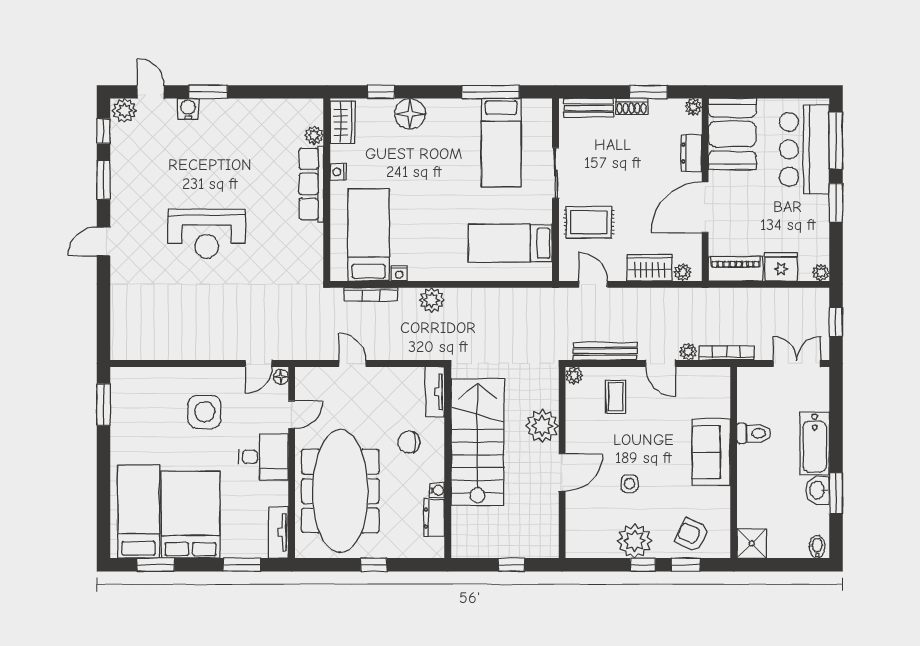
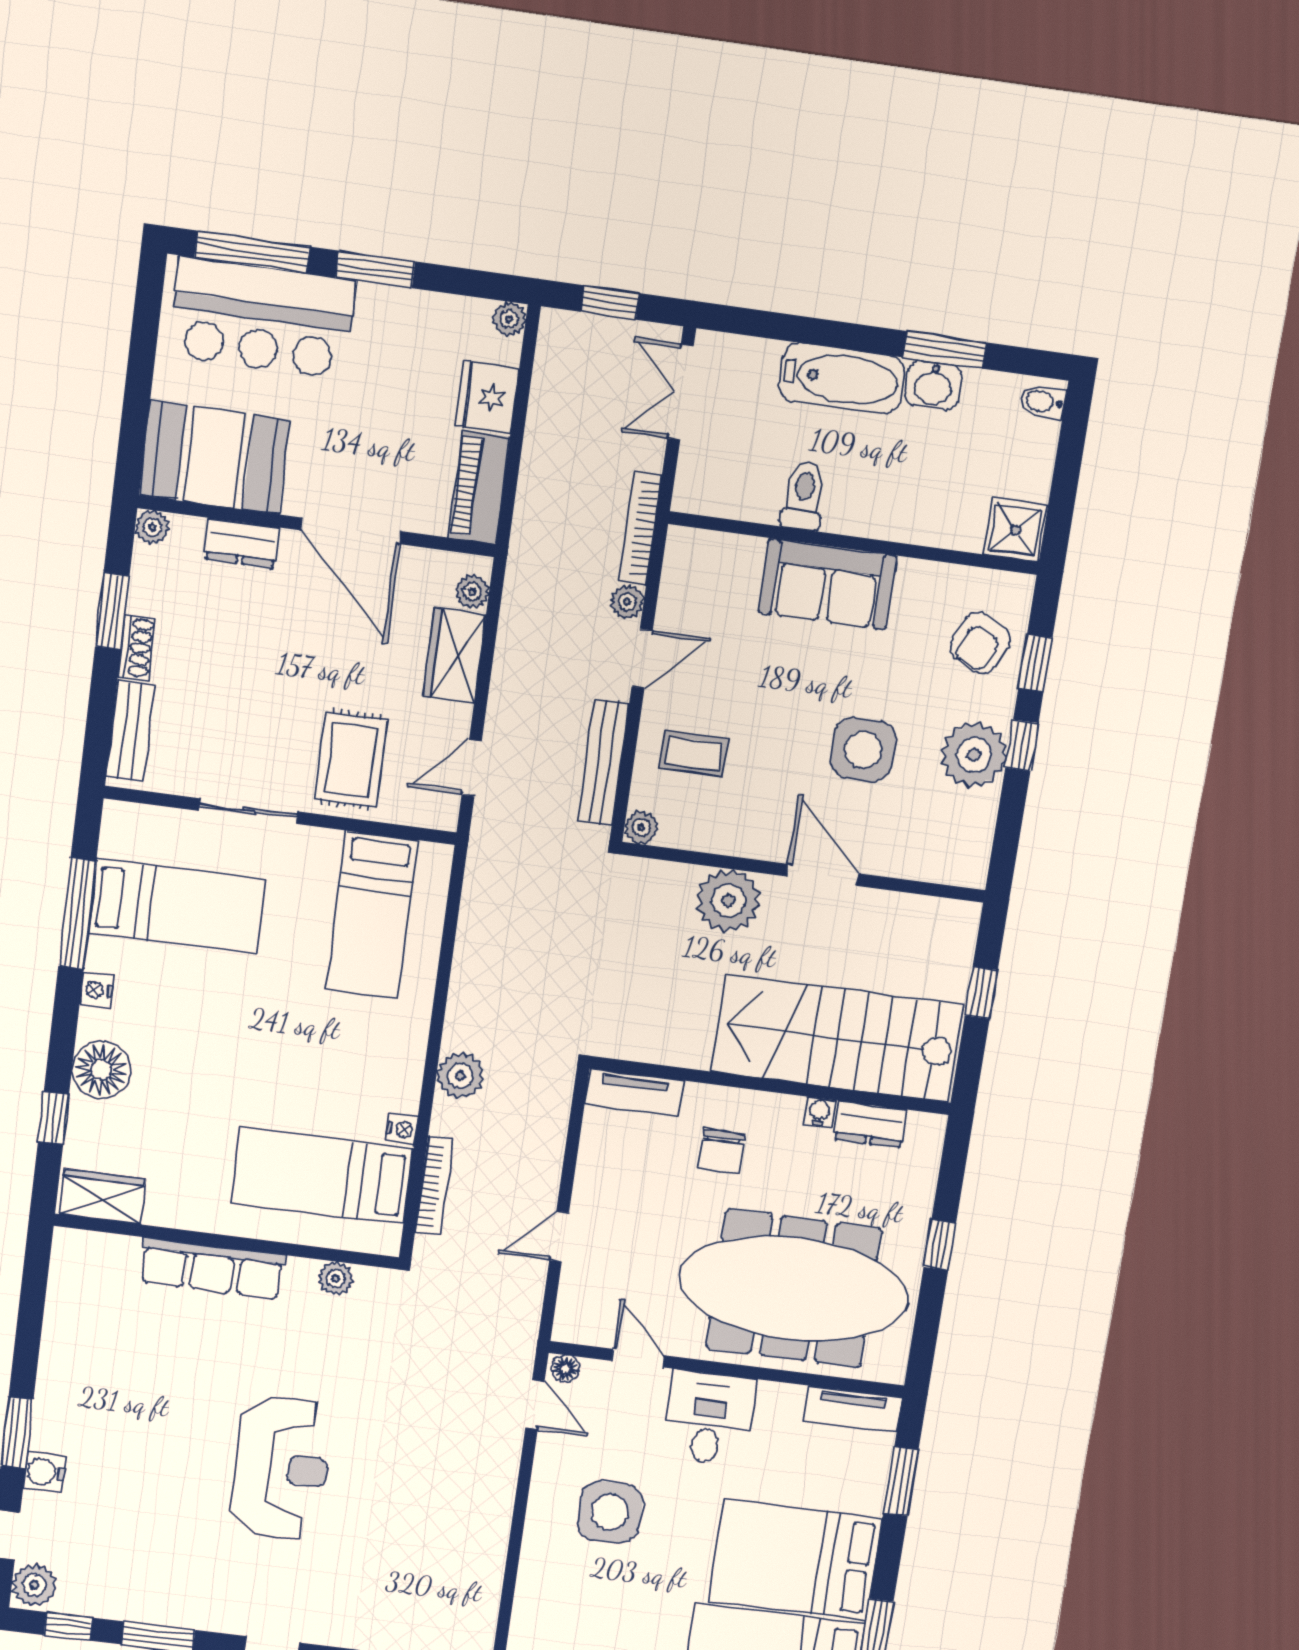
plant: (314, 135) -> (336, 1278), moved
nightstand: (338, 172) -> (97, 990), moved, turned 90
stairs: (477, 442) -> (837, 1038), moved
side table: (630, 484) -> (863, 750), width x1.87, depth x1.87

